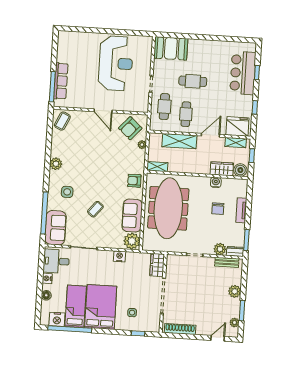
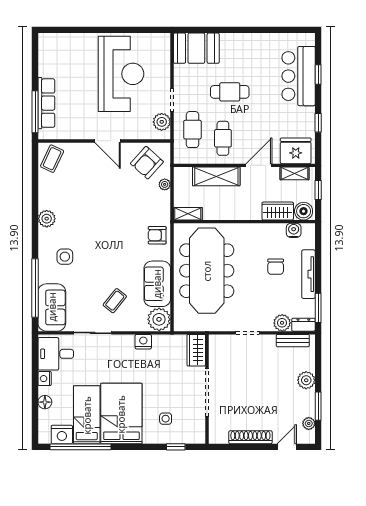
plant: (143, 100) -> (162, 122), added
water cooler: (216, 182) -> (294, 230), moved
coffee table: (95, 209) -> (115, 301), moved
tv unit: (241, 210) -> (308, 274), width x1.41
shoe rack: (180, 329) -> (250, 437), moved

